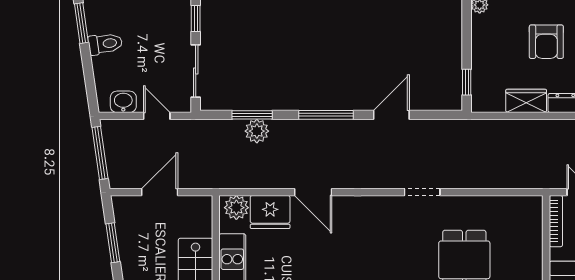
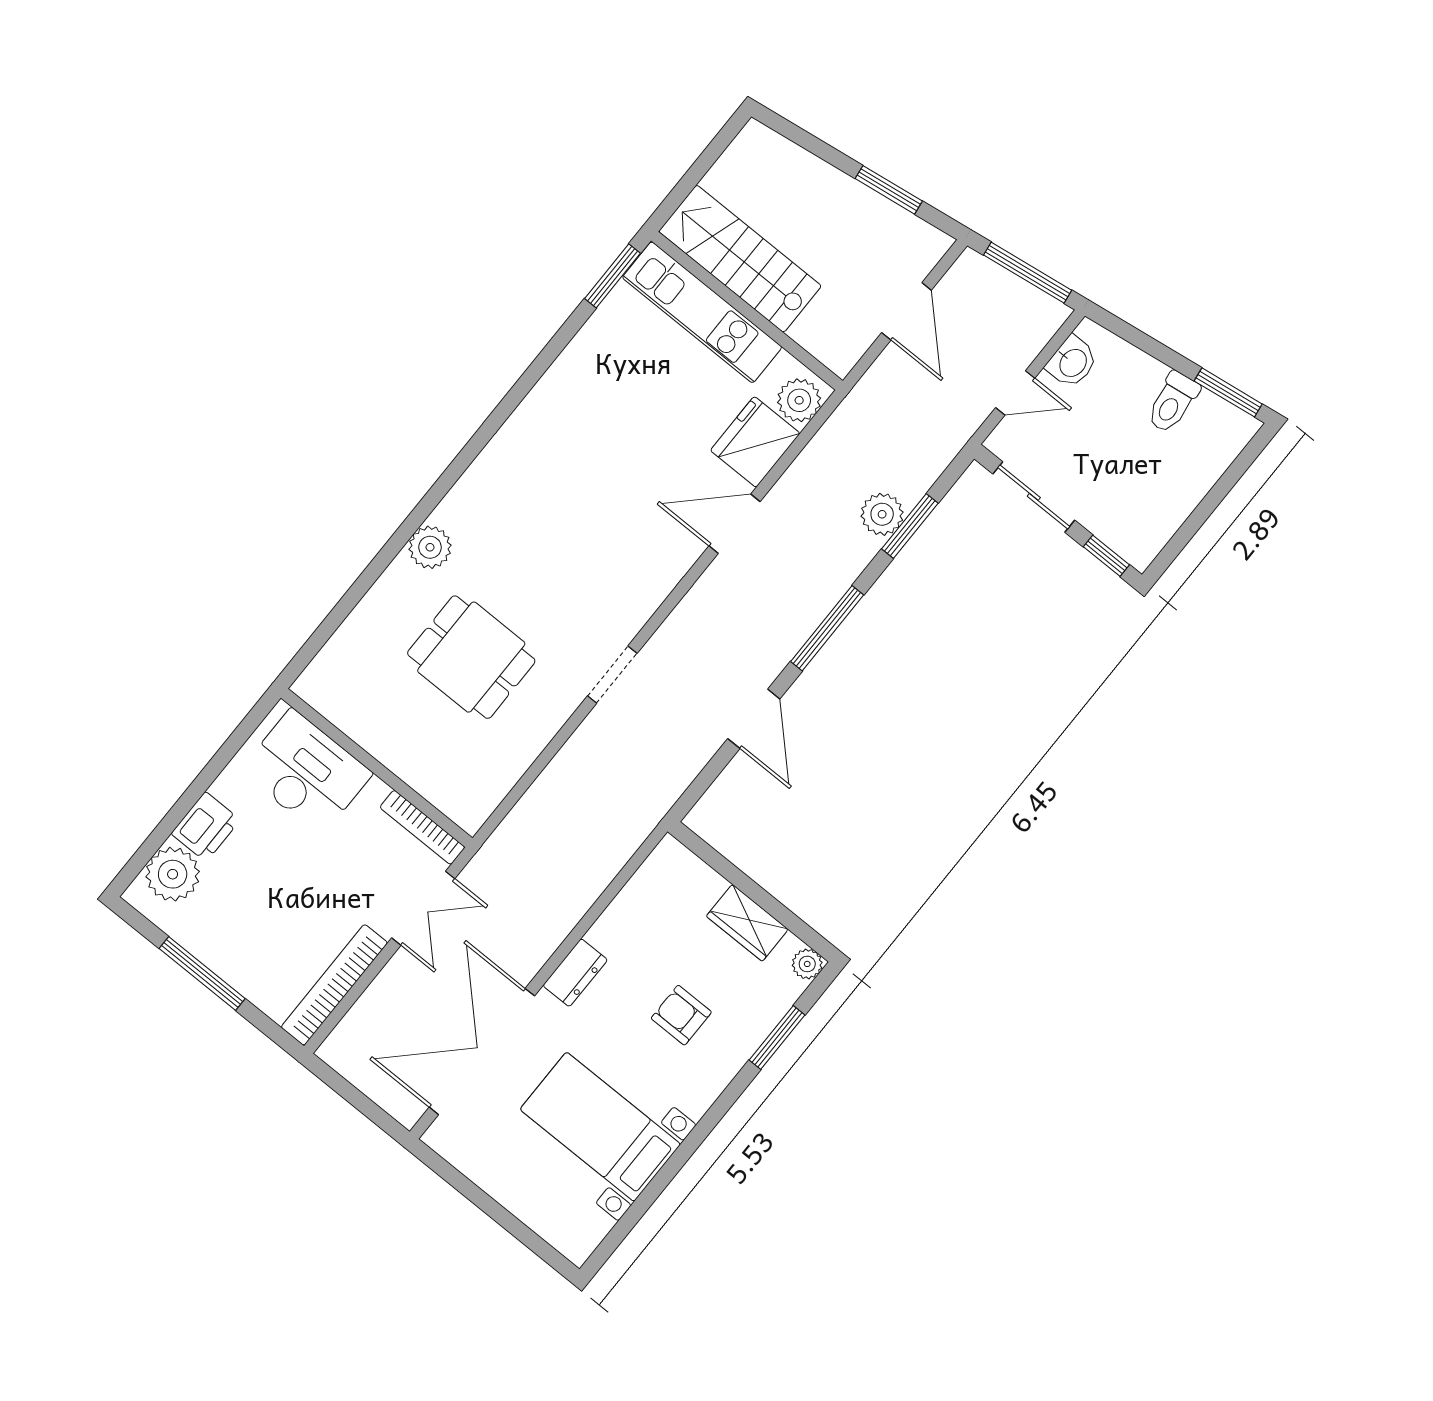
armchair: (546, 42) -> (681, 1015), width x0.72, depth x0.72
window: (467, 82) -> (715, 860), removed
wardrobe: (526, 101) -> (747, 923), moved, turned 90

